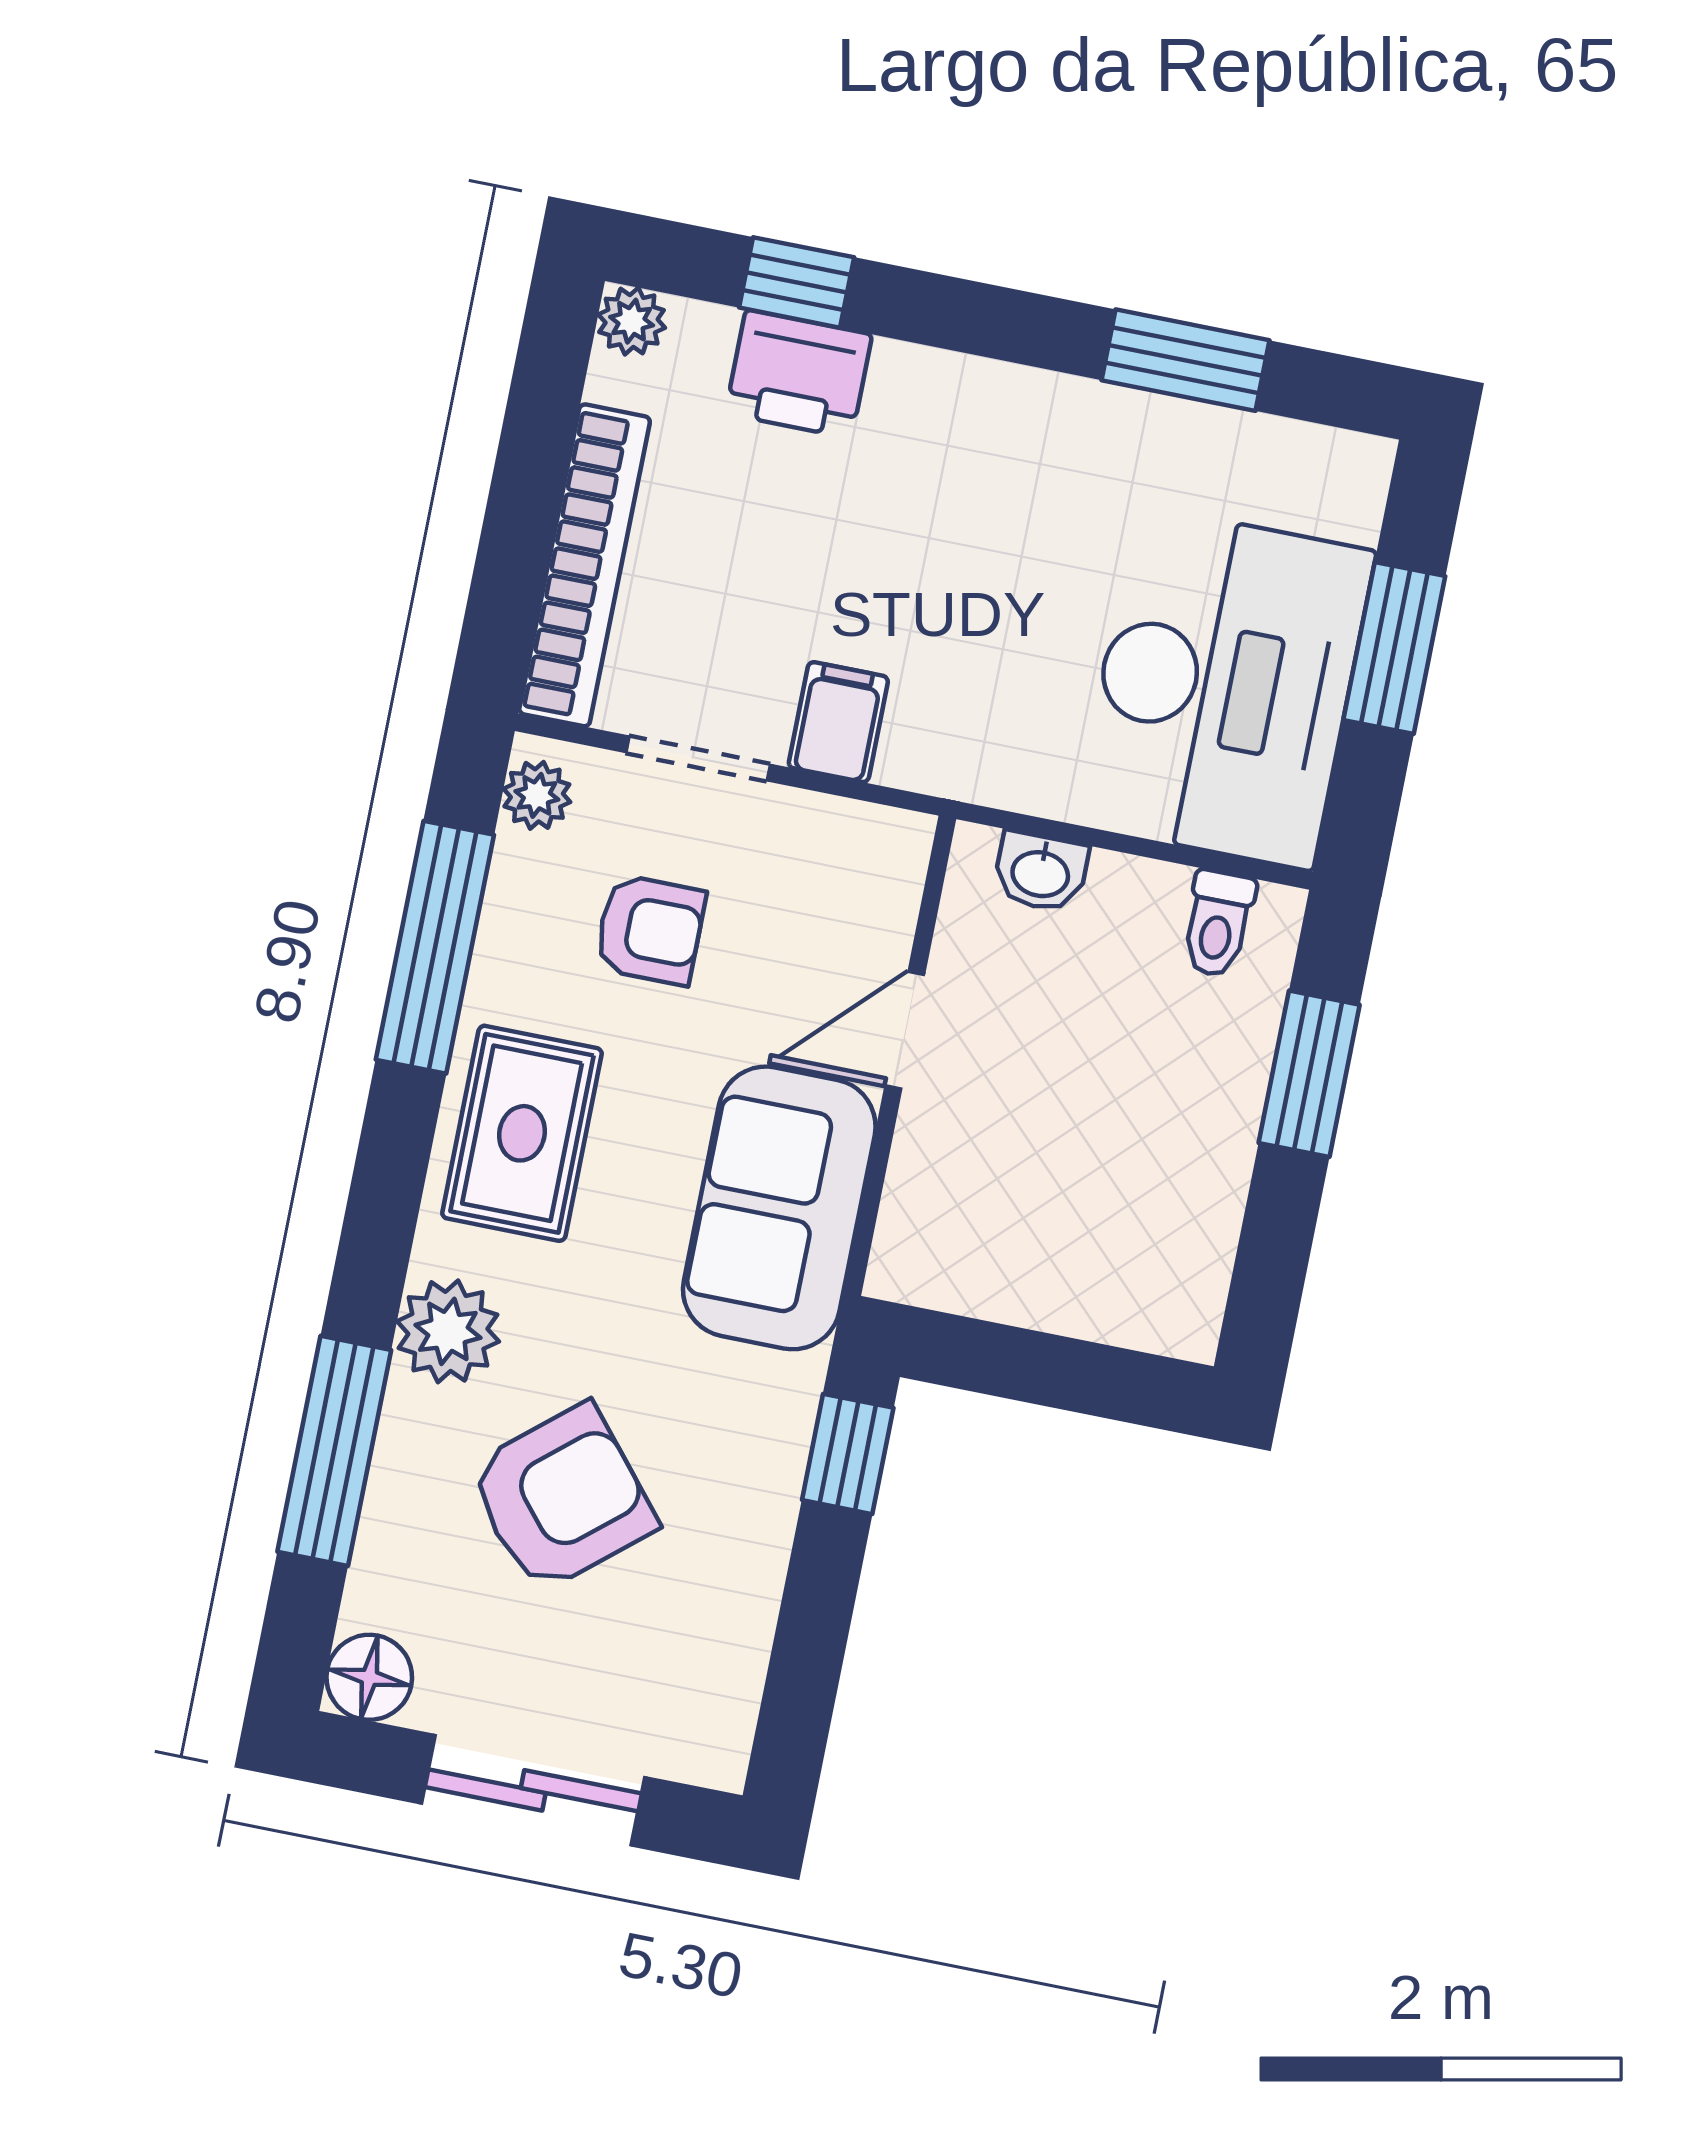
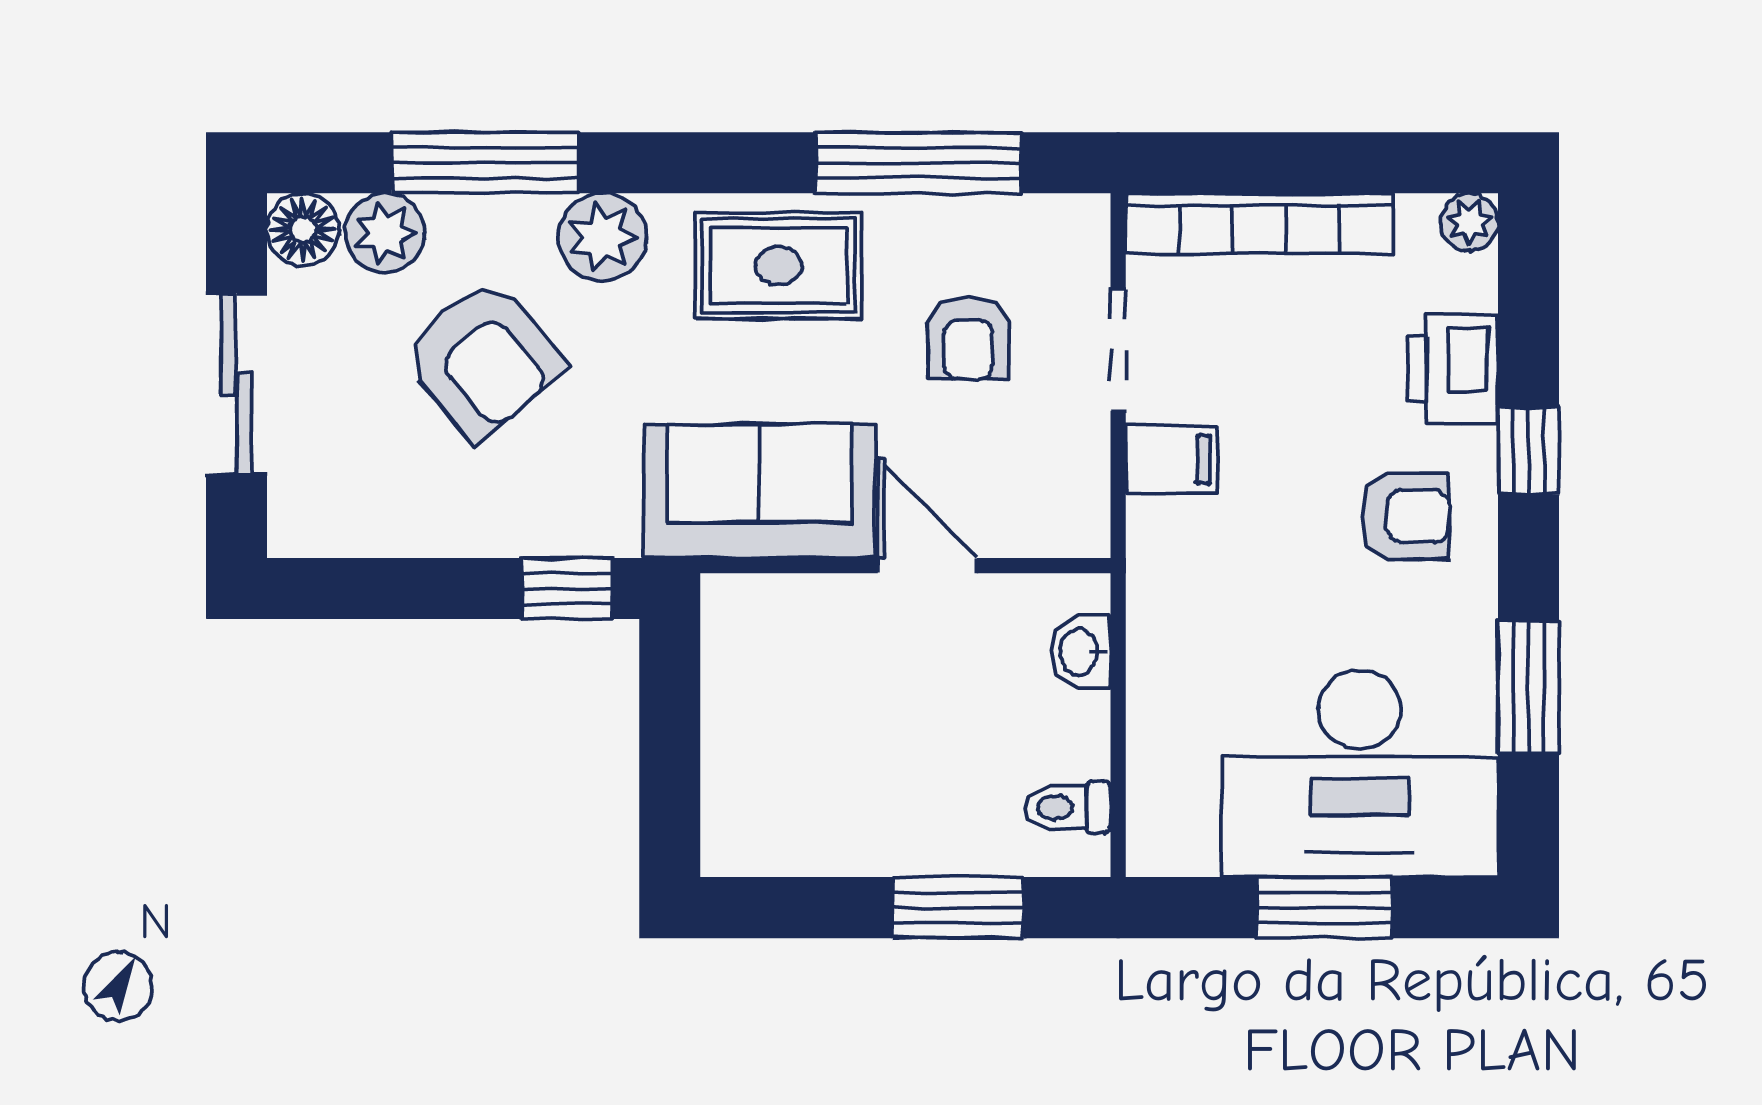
window: (797, 282) -> (1529, 451), moved
armchair: (959, 463) -> (1406, 516), added
desk: (1225, 688) -> (1360, 774), moved
plant: (537, 795) -> (385, 233), moved, width x1.38, depth x1.38

